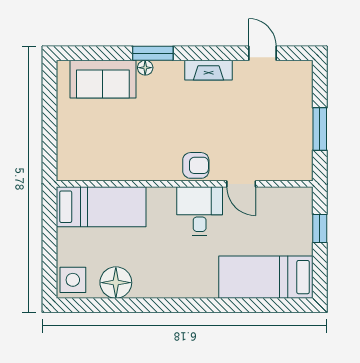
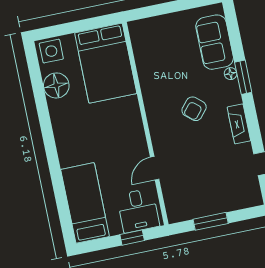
armchair: (196, 165) -> (194, 109), moved, turned 41
bed: (101, 207) -> (106, 63), width x1.50
desk: (200, 211) -> (138, 210), moved, turned 90

